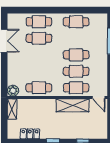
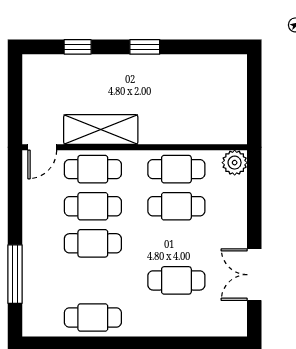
cafe table: (39, 22) -> (176, 206), moved
door: (99, 98) -> (42, 147), swing flipped
shelving: (12, 109) -> (237, 121), removed
locker: (30, 134) -> (197, 65), removed

